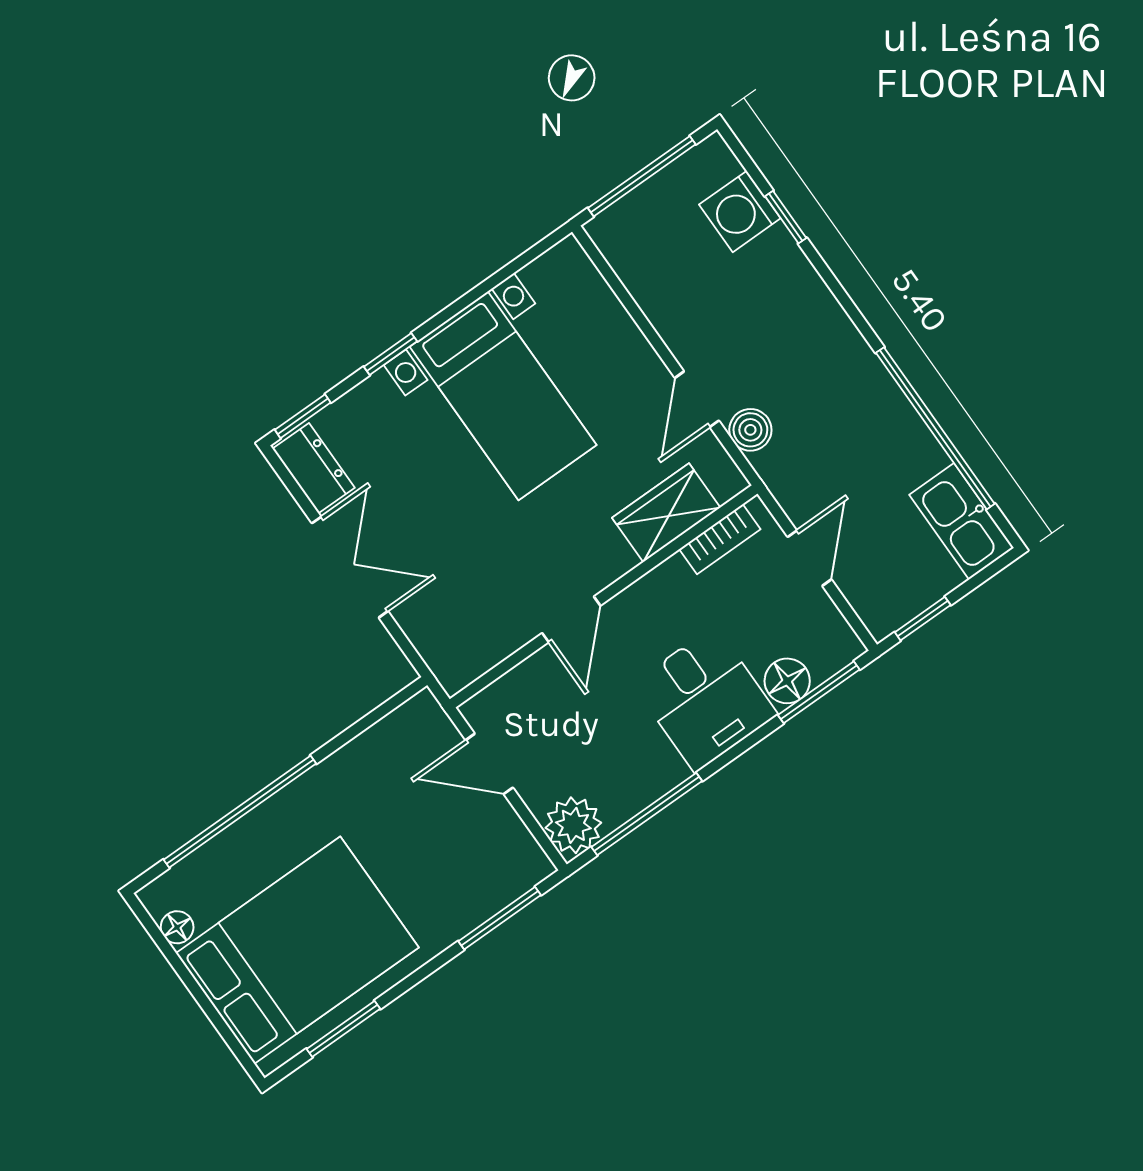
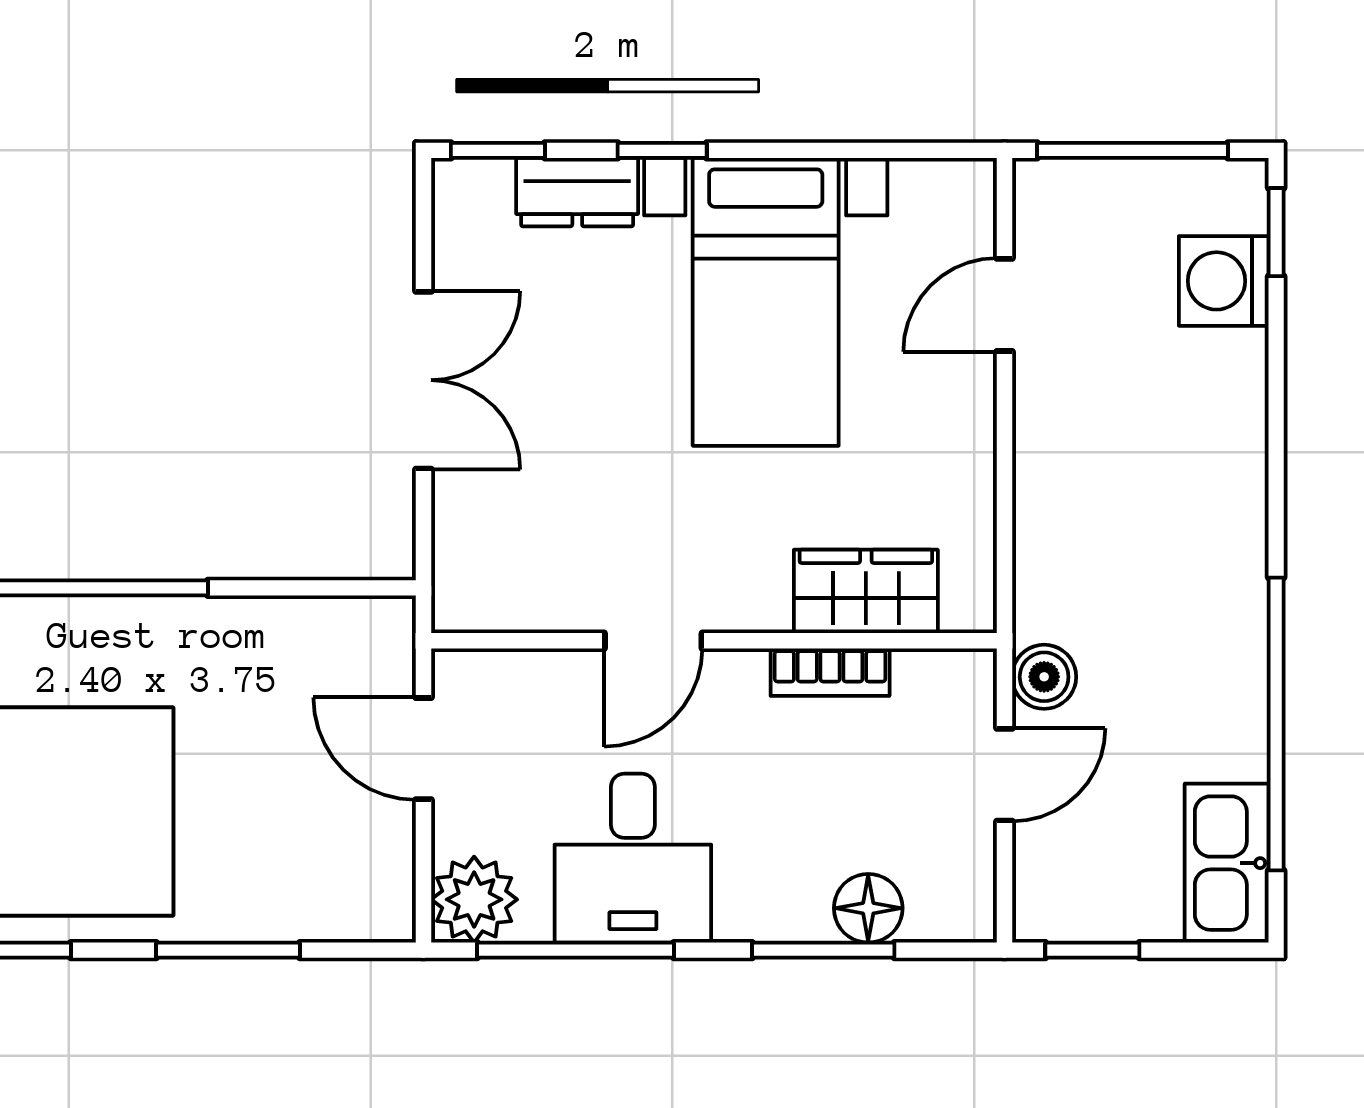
window: (786, 217) -> (1276, 232), moved
door: (697, 399) -> (1004, 305), moved
boiler: (750, 430) -> (1044, 677), moved
dresser: (313, 468) -> (577, 192), moved, turned 90
bookcase: (720, 539) -> (830, 672), moved
window: (819, 692) -> (823, 950), moved
desk: (705, 699) -> (633, 858), moved
window: (500, 918) -> (228, 950), moved

